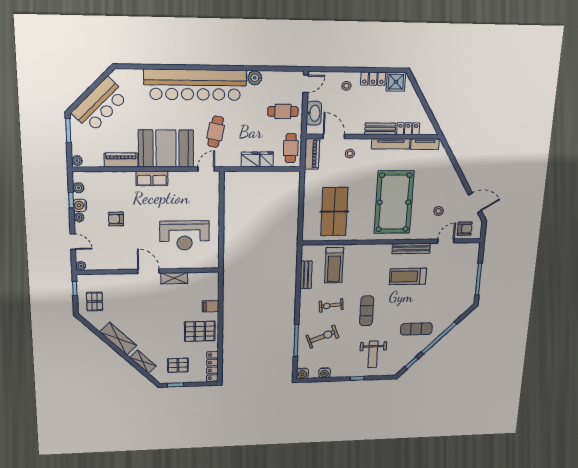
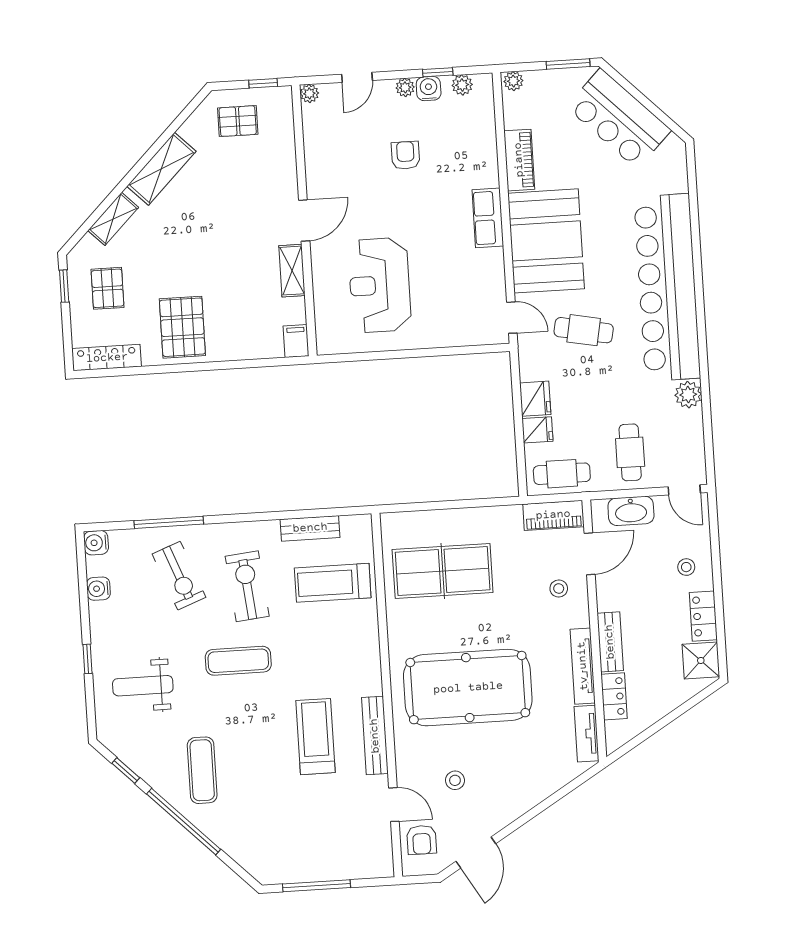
exercise bike: (331, 305) -> (247, 586), width x1.38, depth x1.39
filing cabinet: (211, 306) -> (296, 341), moved

